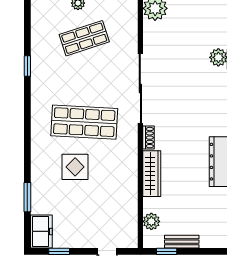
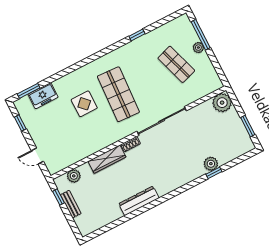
window: (27, 197) -> (29, 91), moved
freezer: (41, 231) -> (43, 96), moved

